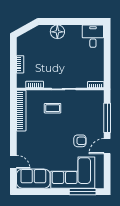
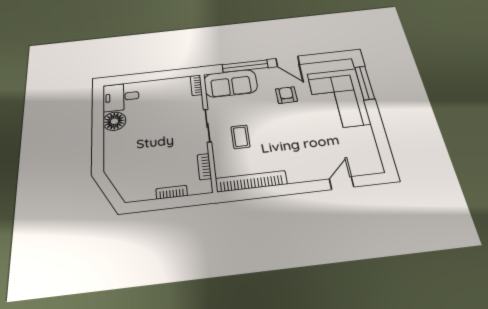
floor lamp: (57, 32) -> (114, 121), moved
sofa: (33, 179) -> (231, 83), moved, turned -90

